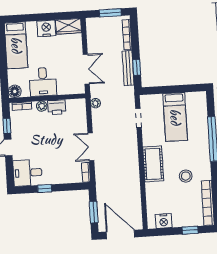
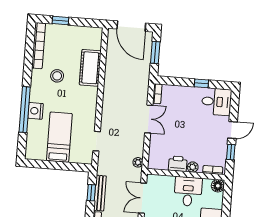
cot: (153, 164) -> (90, 68), moved
nightstand: (164, 221) -> (35, 111), moved, turned -90

